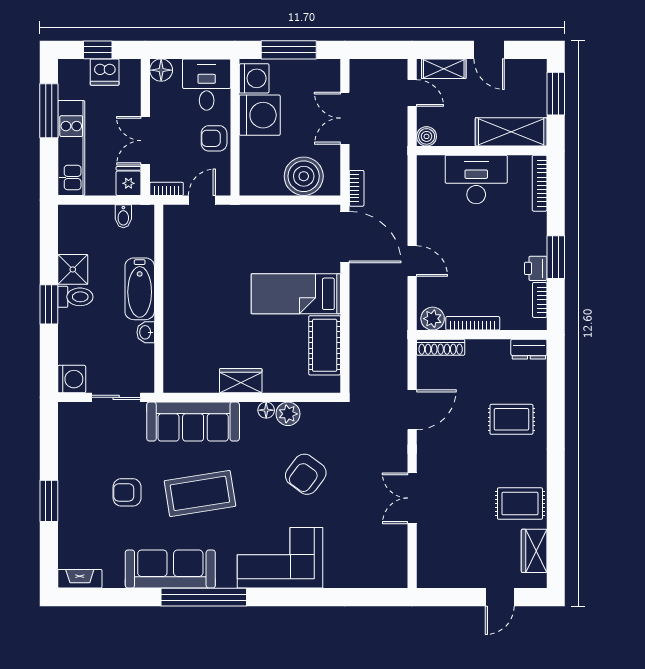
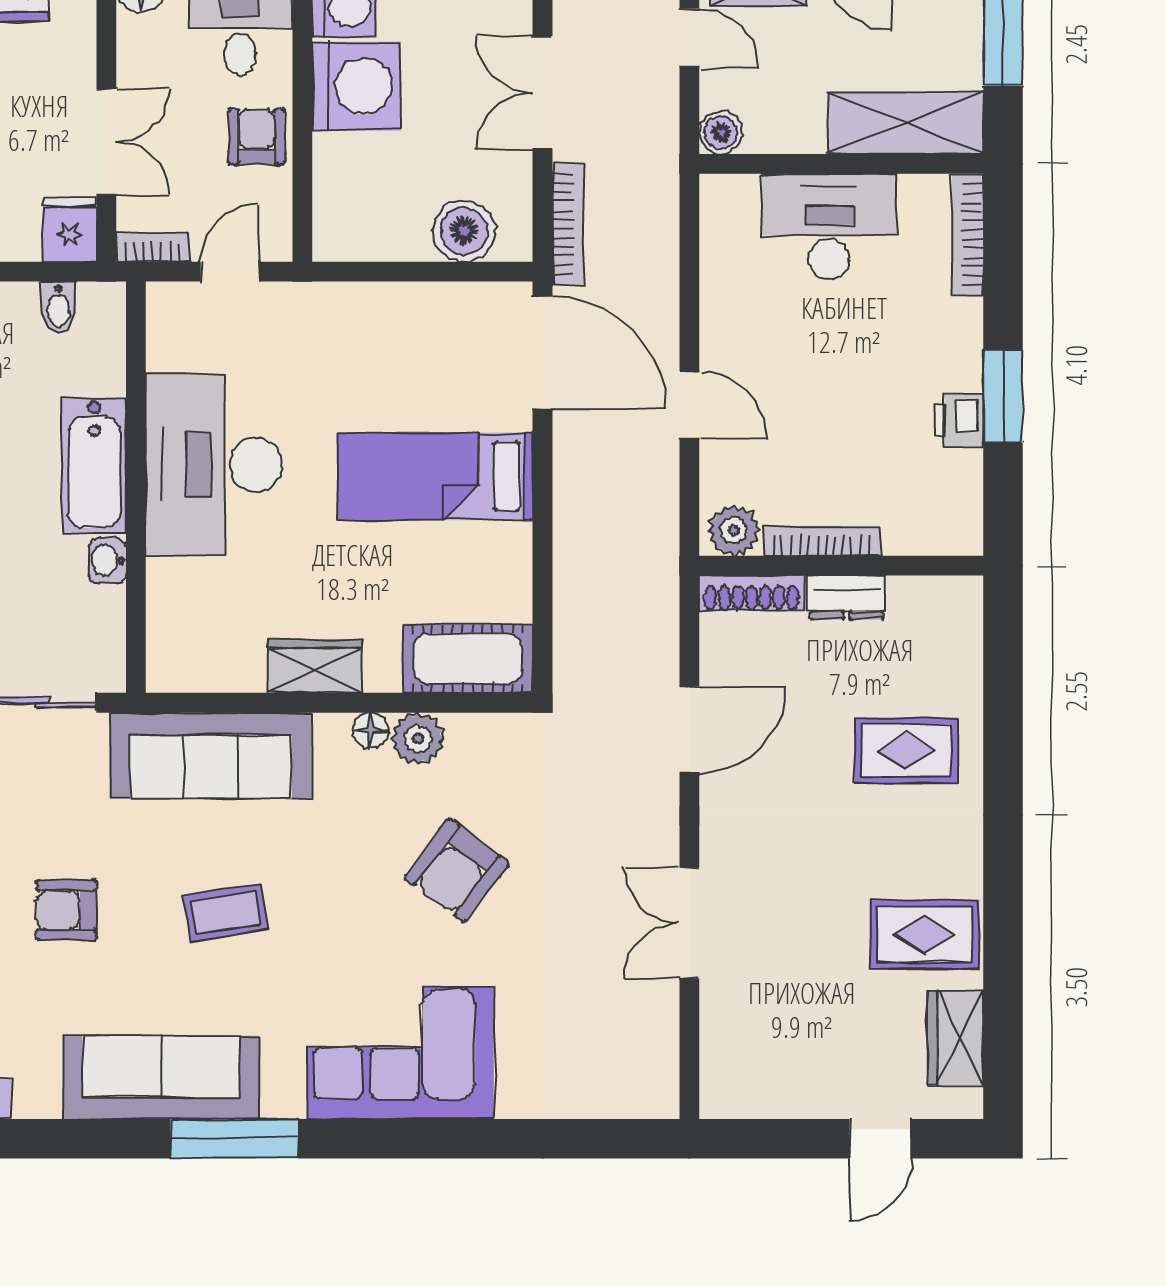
armchair: (214, 138) -> (257, 137), turned 90
double door: (145, 141) -> (106, 142), swing flipped
boiler: (304, 176) -> (464, 231), width x0.73, depth x0.73
bookcase: (357, 188) -> (568, 224), width x1.56
desk: (194, 288) -> (214, 465), added
bookcase: (540, 300) -> (968, 490), removed
cot: (325, 345) -> (468, 658), moved, turned 90
dresser: (529, 349) -> (847, 597), moved
coffee table: (200, 493) -> (226, 913), width x0.54, depth x0.58
window: (204, 597) -> (234, 1139), width x0.68

